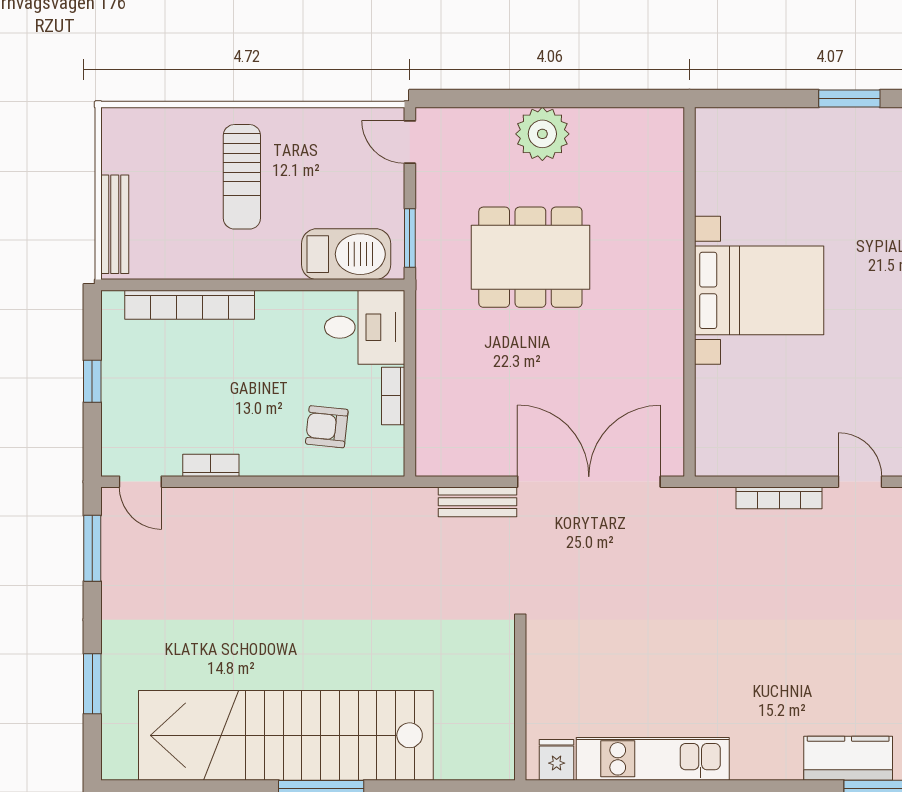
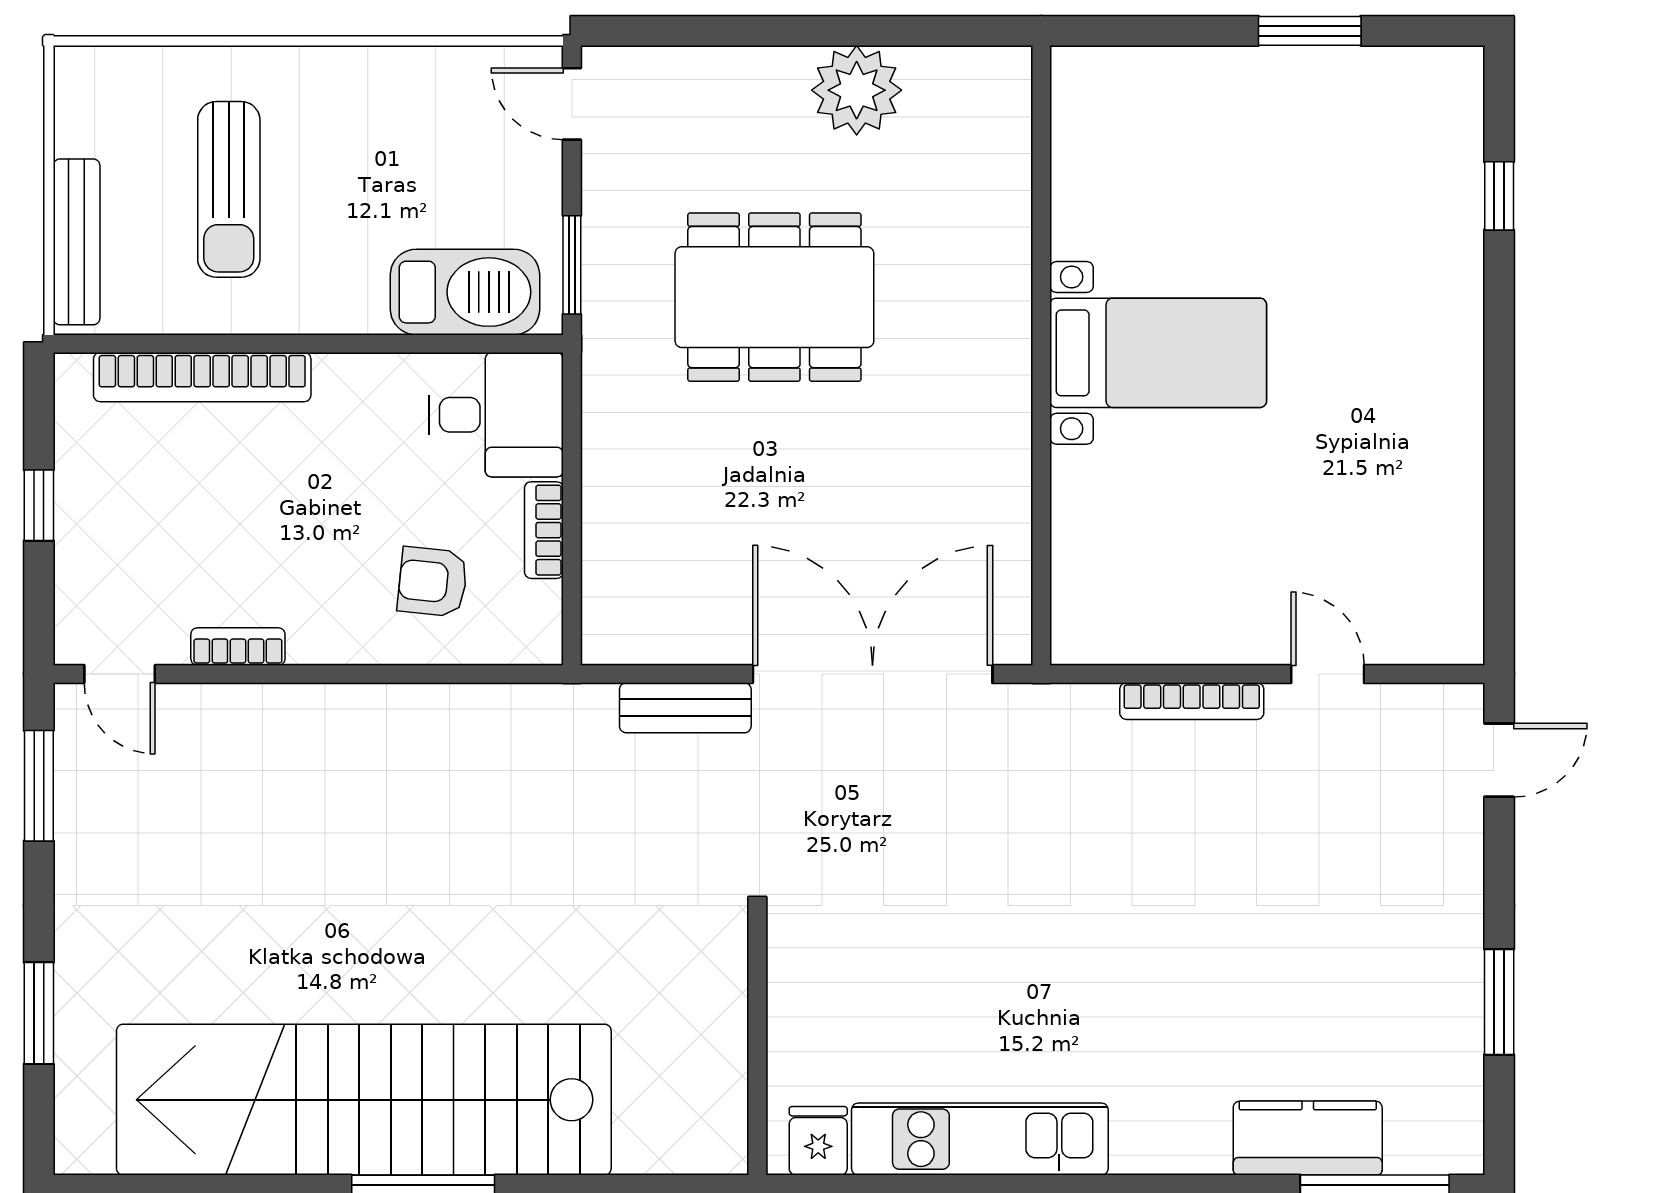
plant: (542, 134) -> (857, 90), moved
sun lounger: (242, 177) -> (229, 189), moved
bed with nightstands: (759, 290) -> (1158, 353), width x0.73

